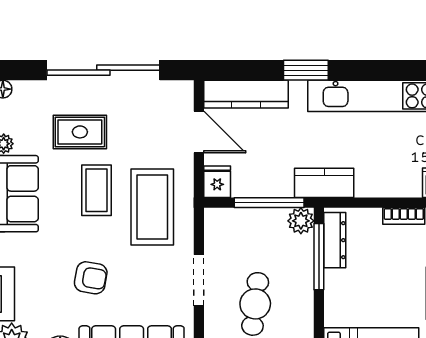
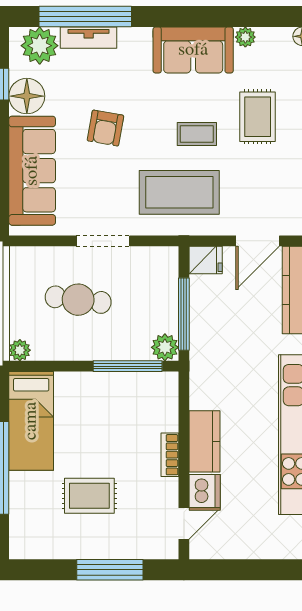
kitchen counter: (324, 183) -> (204, 441), moved
coffee table: (97, 190) -> (197, 134), width x0.73, depth x0.77
dresser: (335, 240) -> (145, 383), removed

